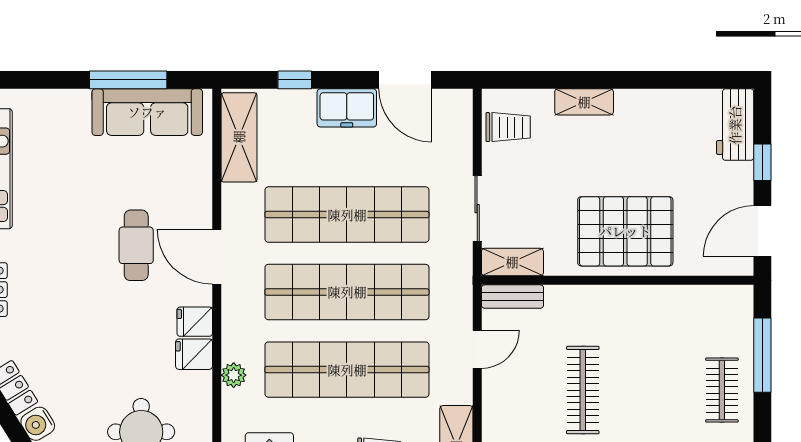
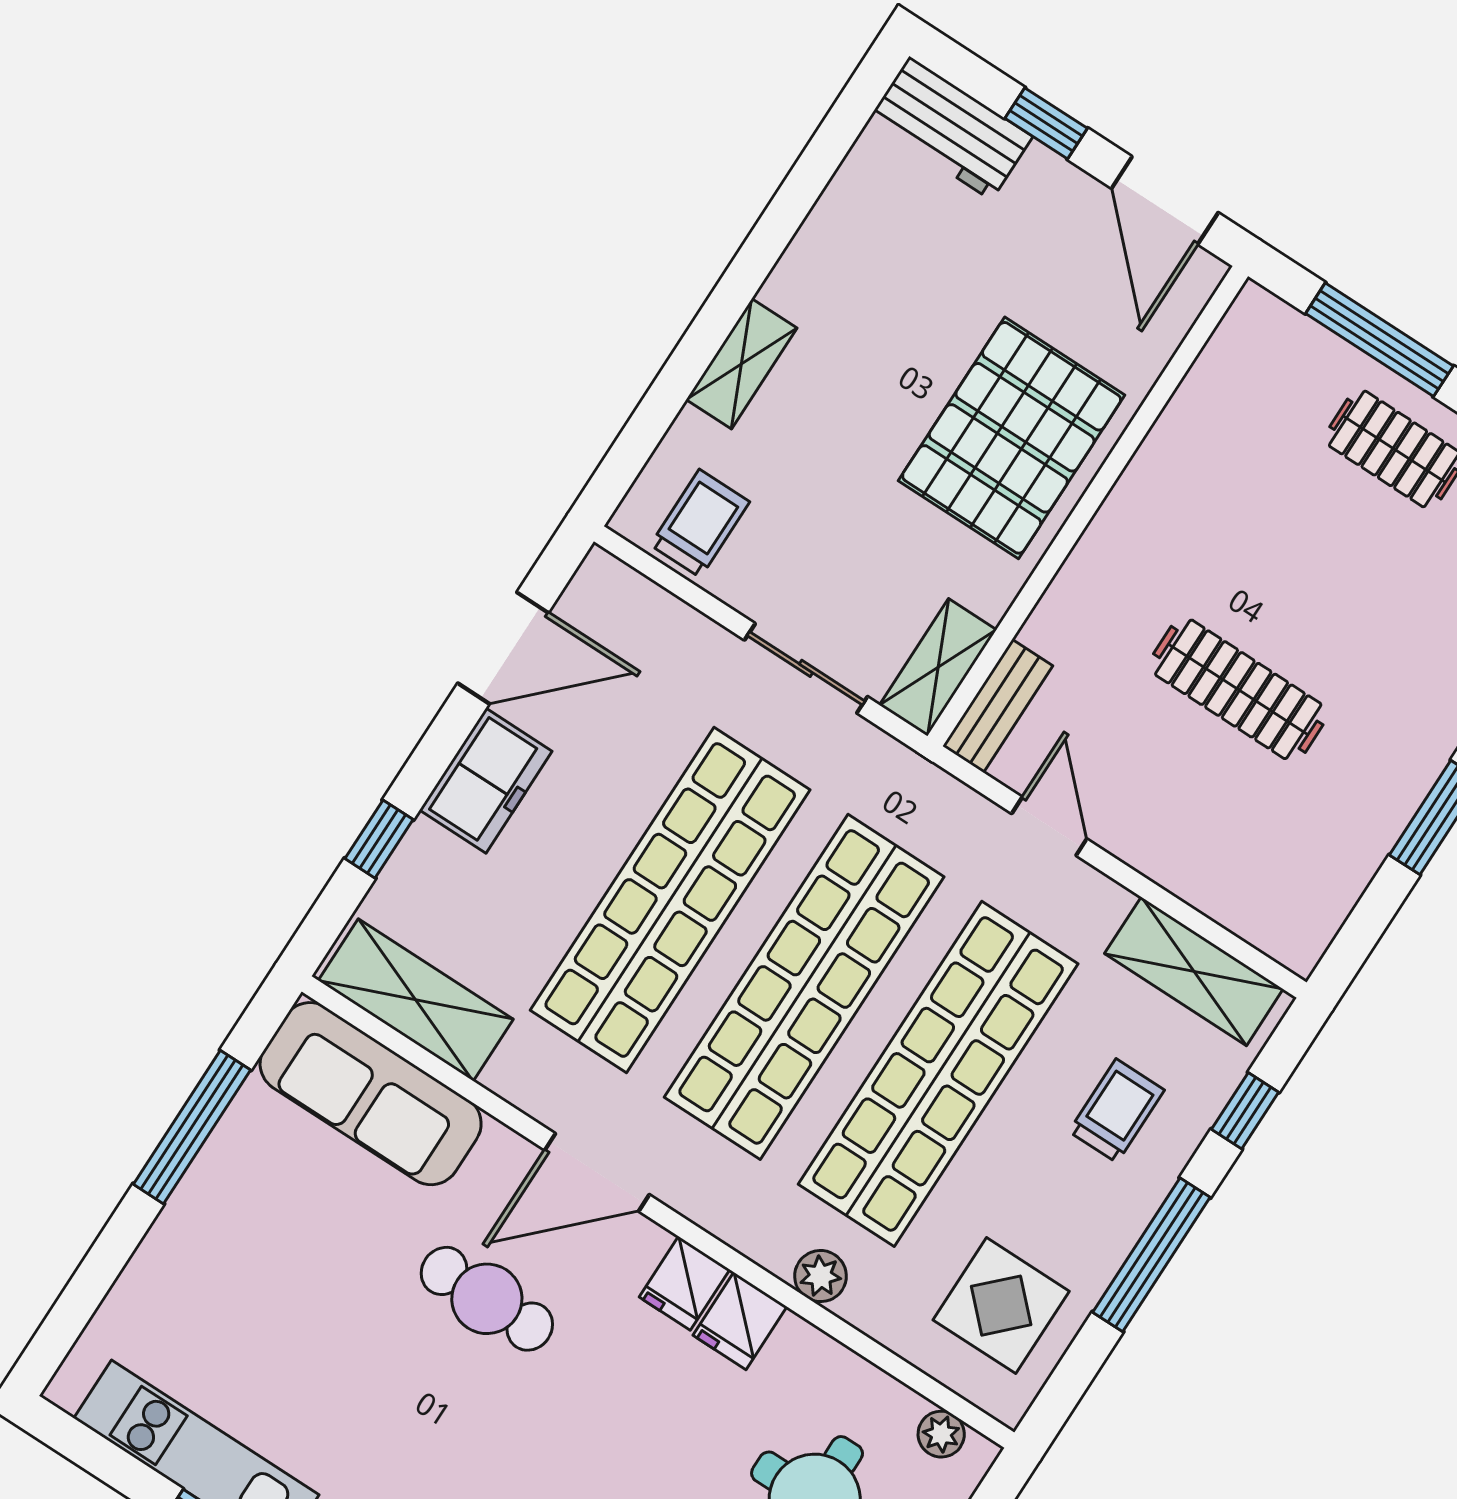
sofa: (147, 112) -> (371, 1094), moved, turned 90

